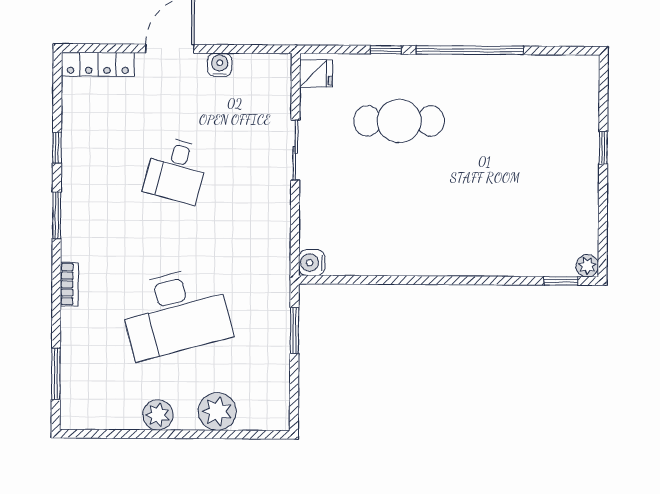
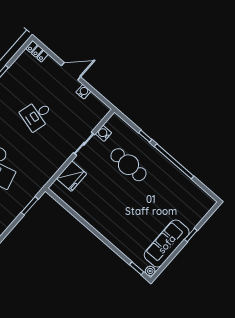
locker: (98, 64) -> (37, 51), width x0.66
fridge: (316, 73) -> (71, 176), moved, width x1.88, depth x1.34
sofa: (575, 197) -> (167, 244), added
water cooler: (312, 263) -> (103, 133), moved

